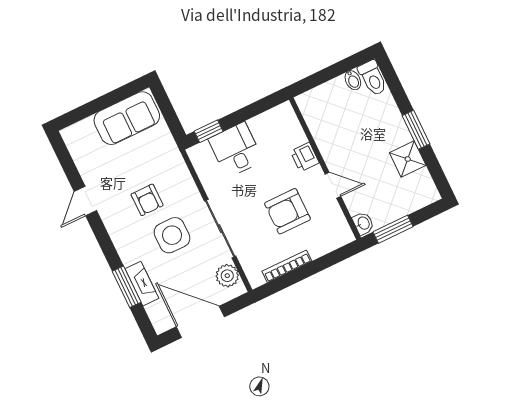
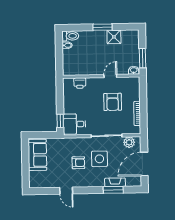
desk: (236, 150) -> (74, 124), moved
printer: (305, 157) -> (80, 83), moved

